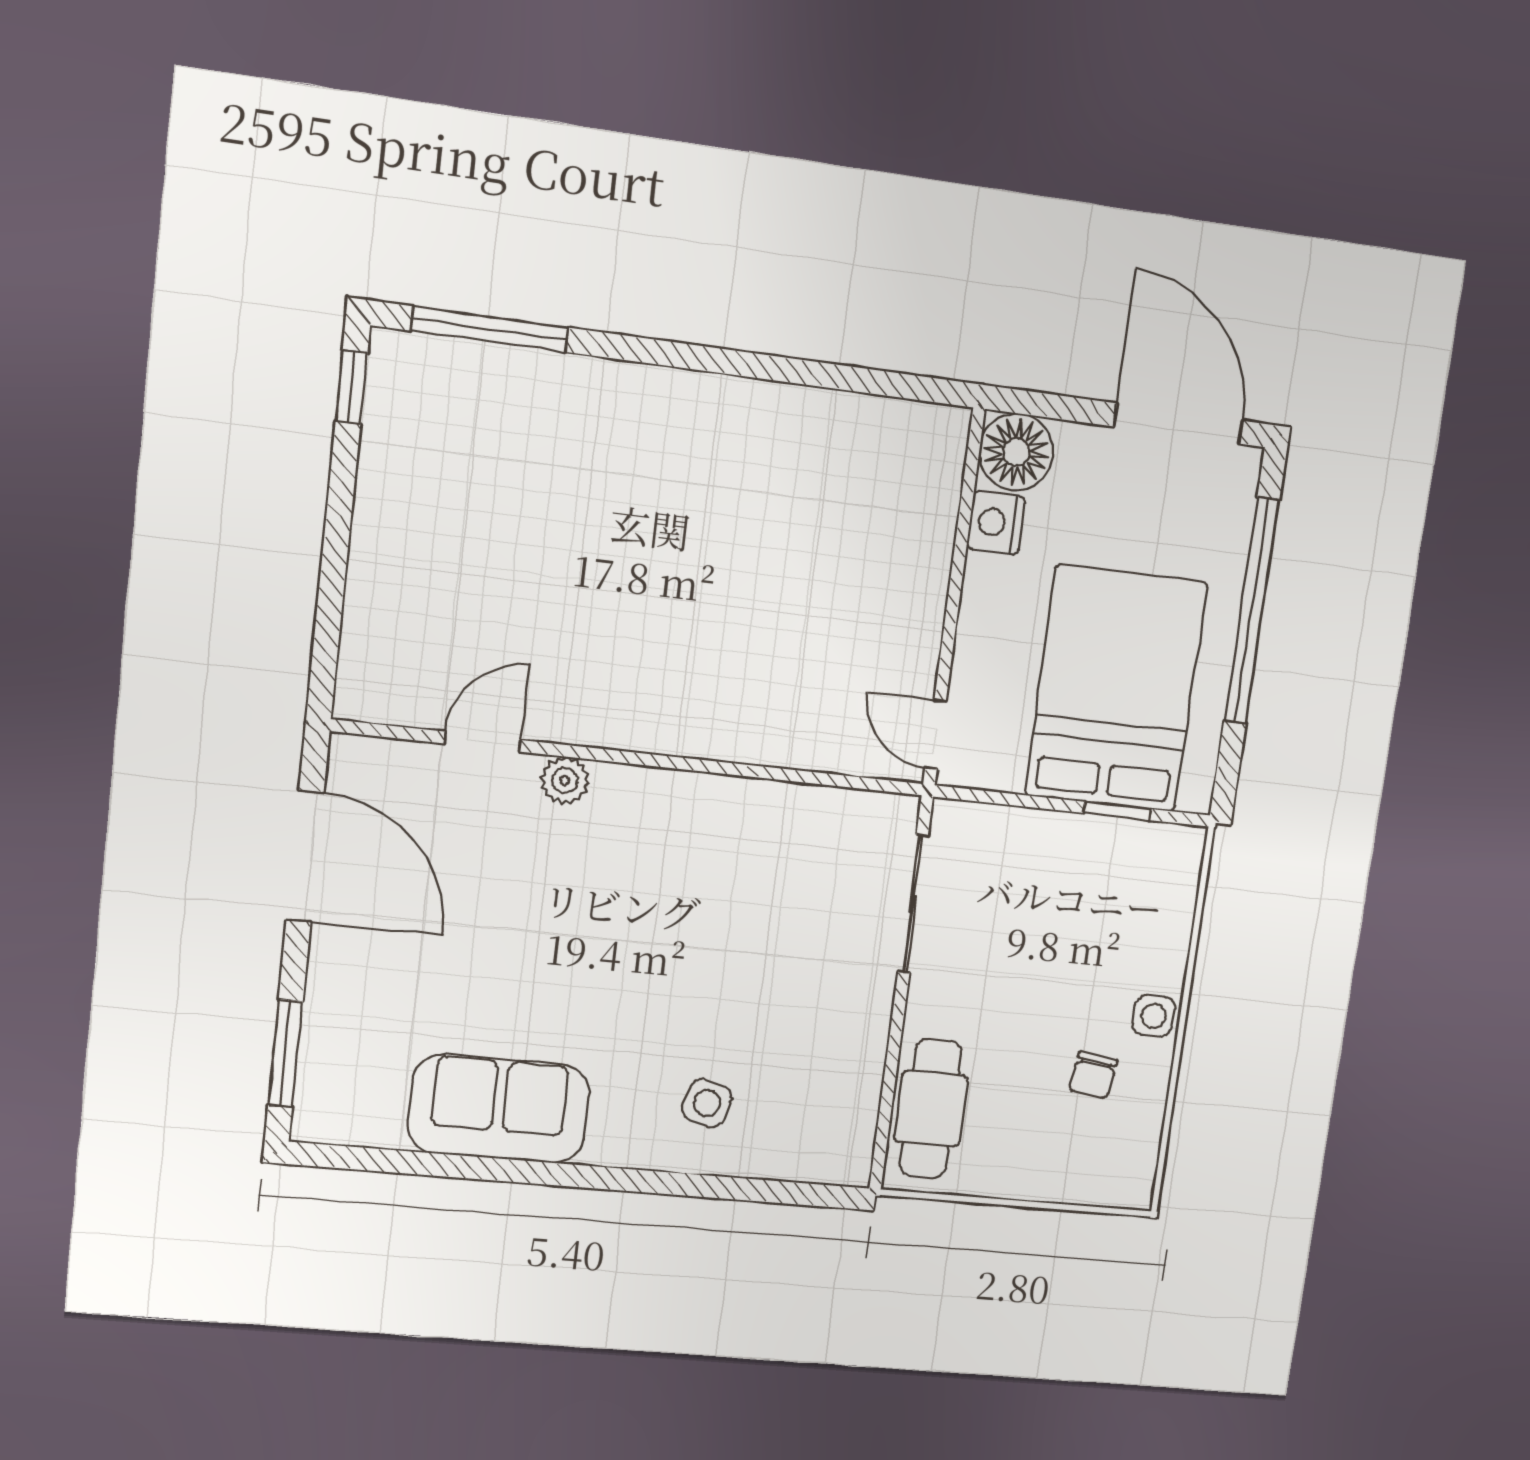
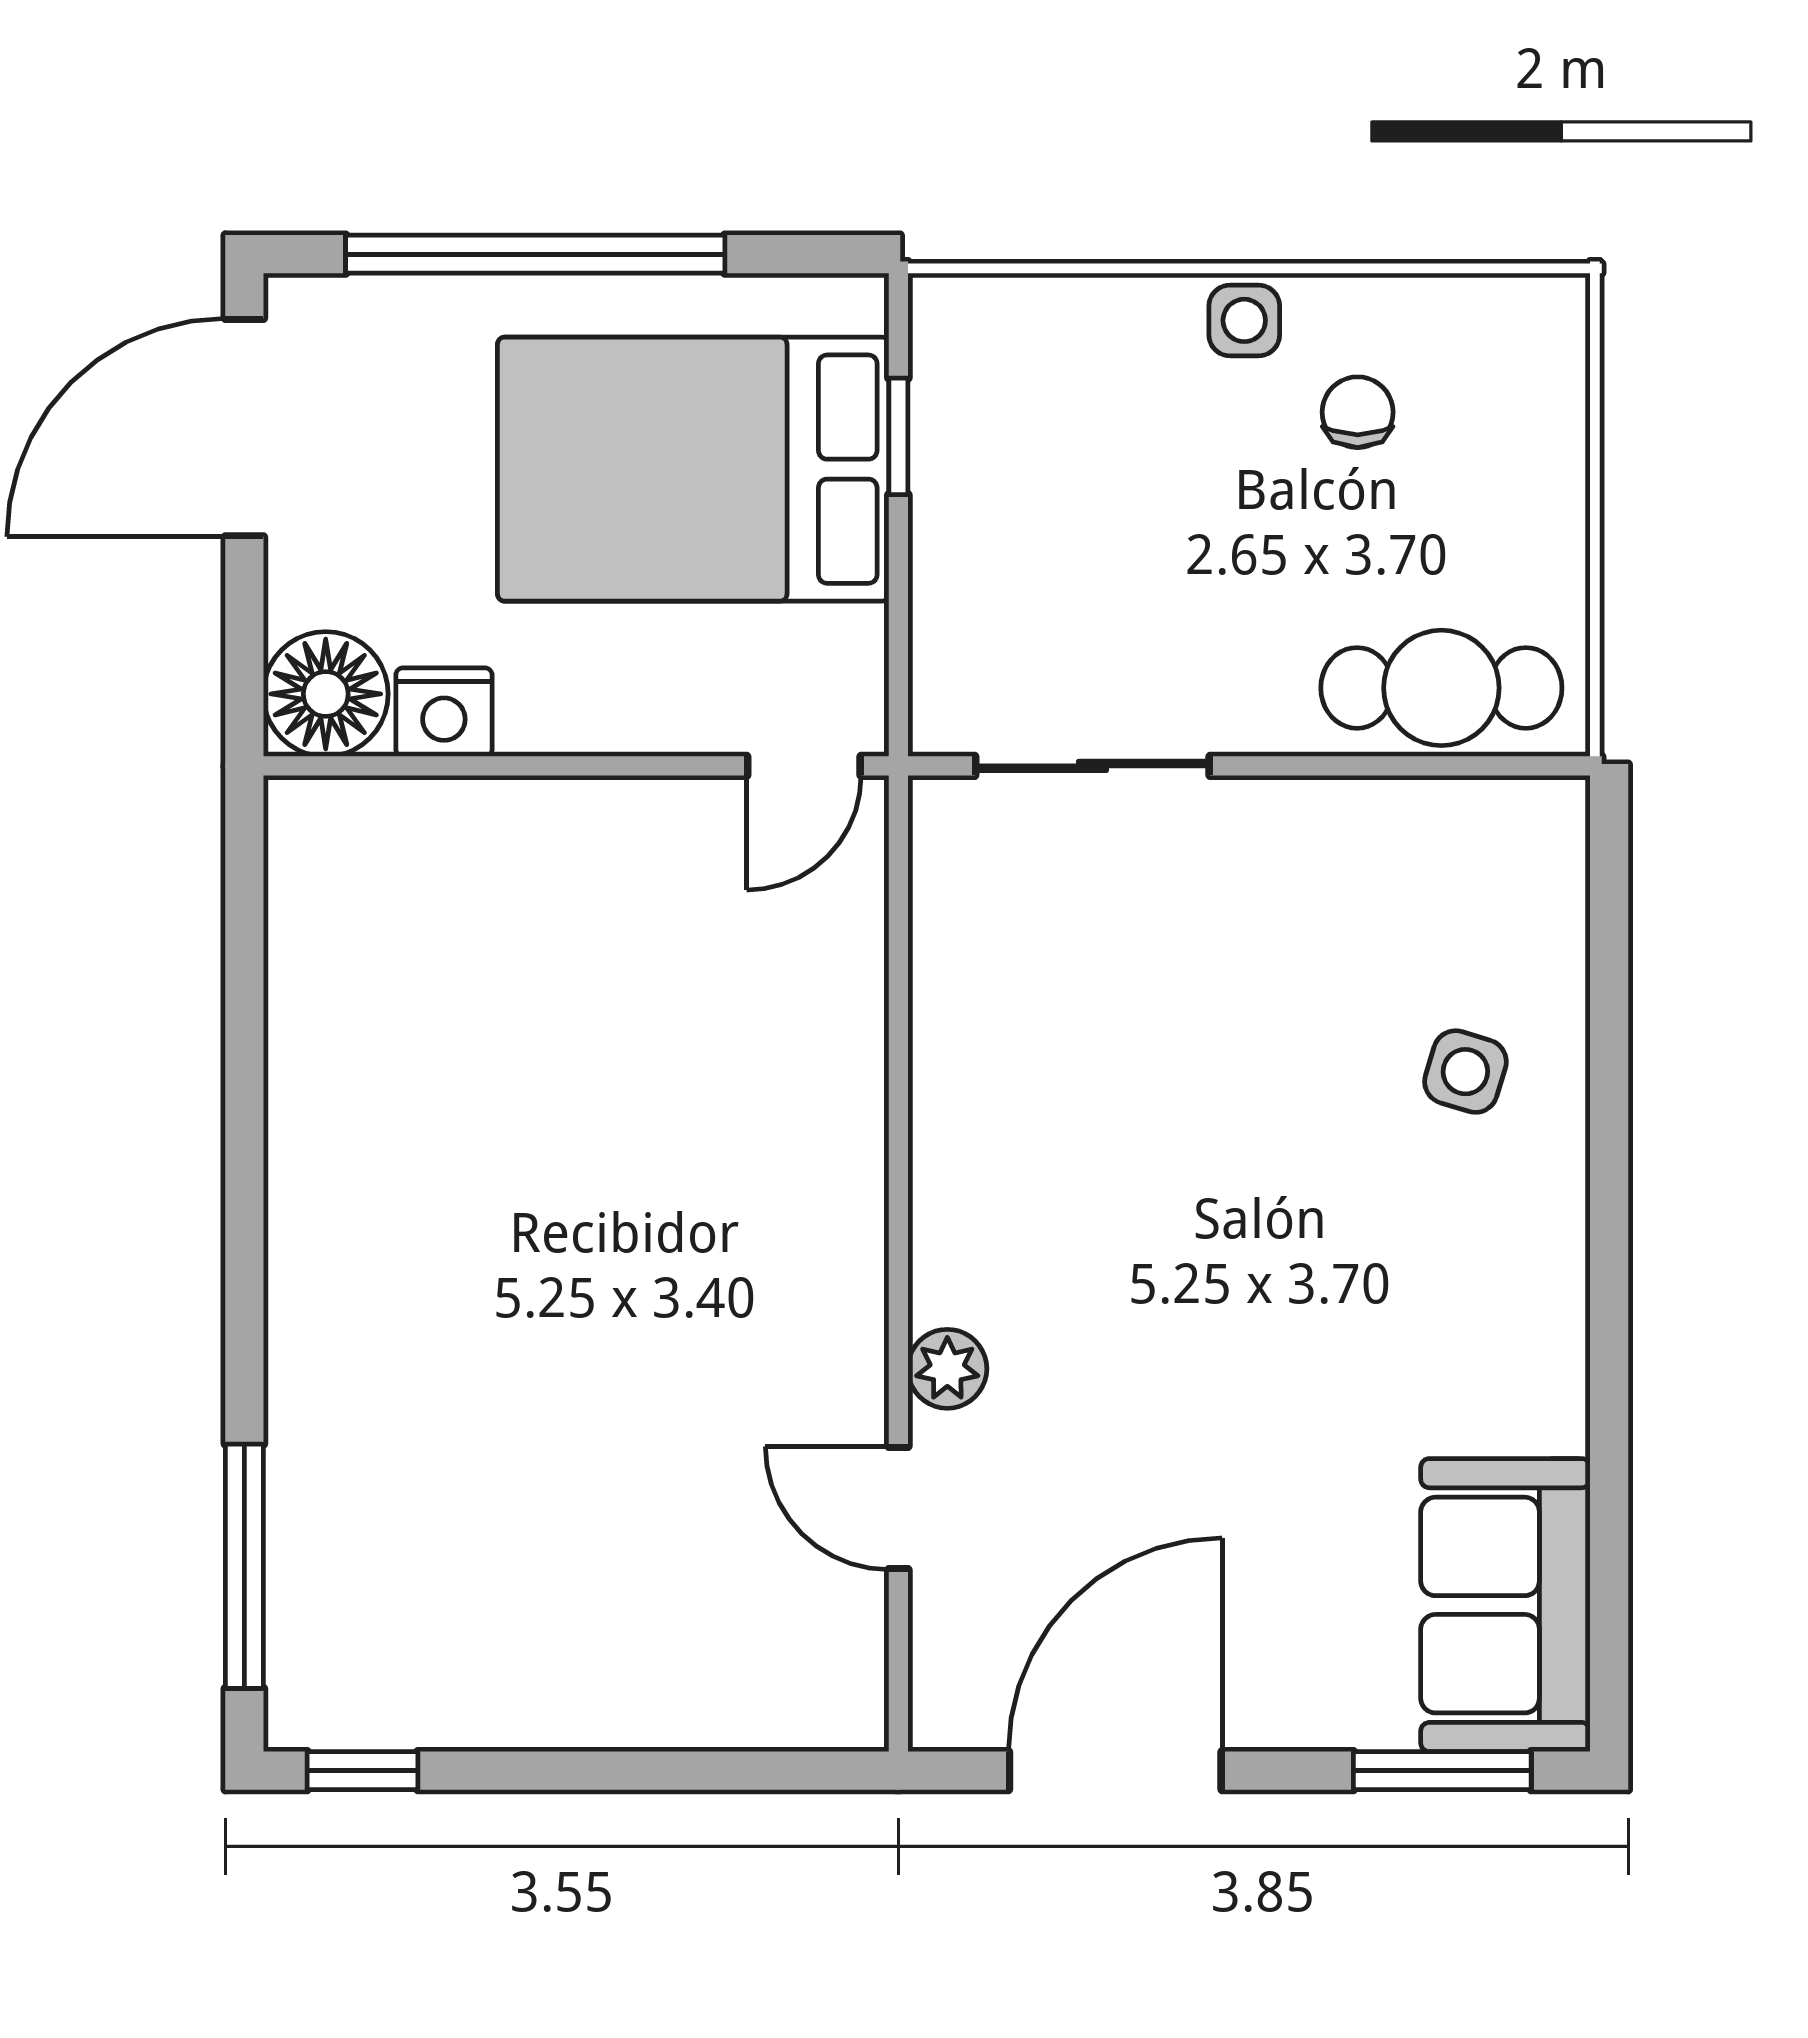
chair: (1093, 1075) -> (1358, 412), turned -98
sofa: (499, 1109) -> (1505, 1605), moved

